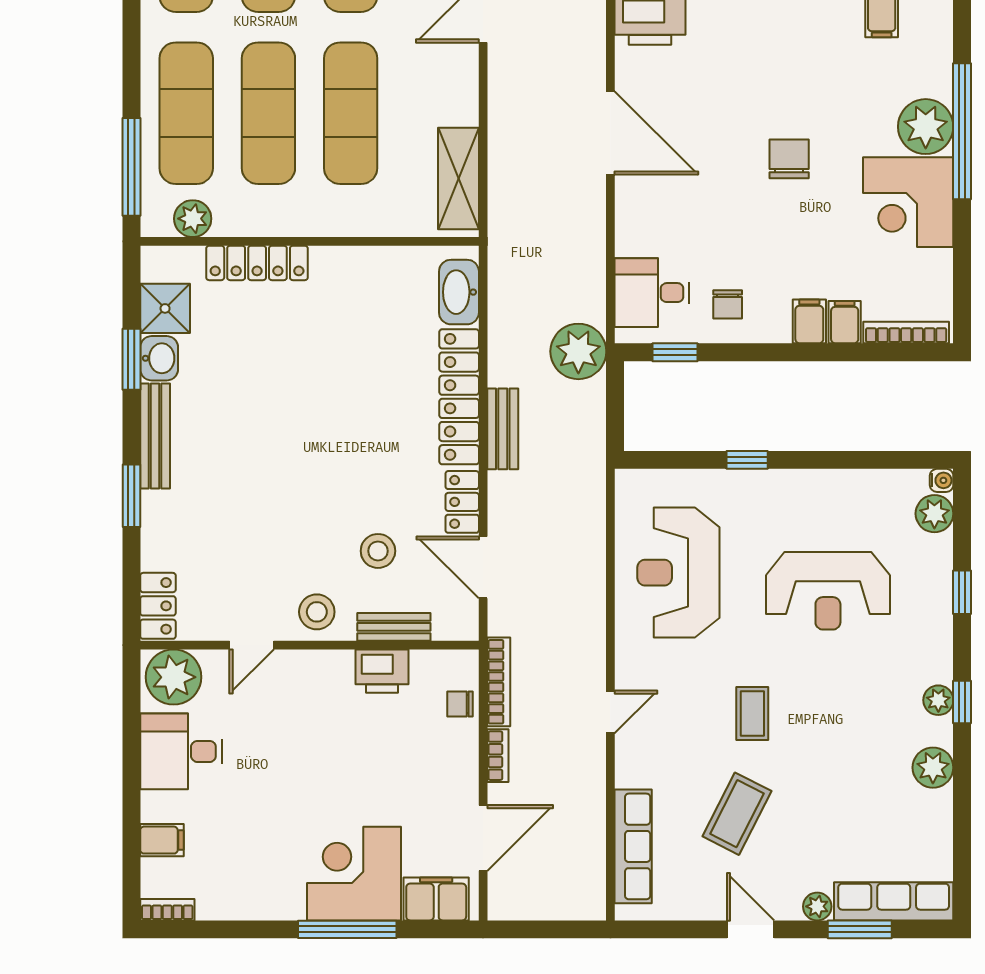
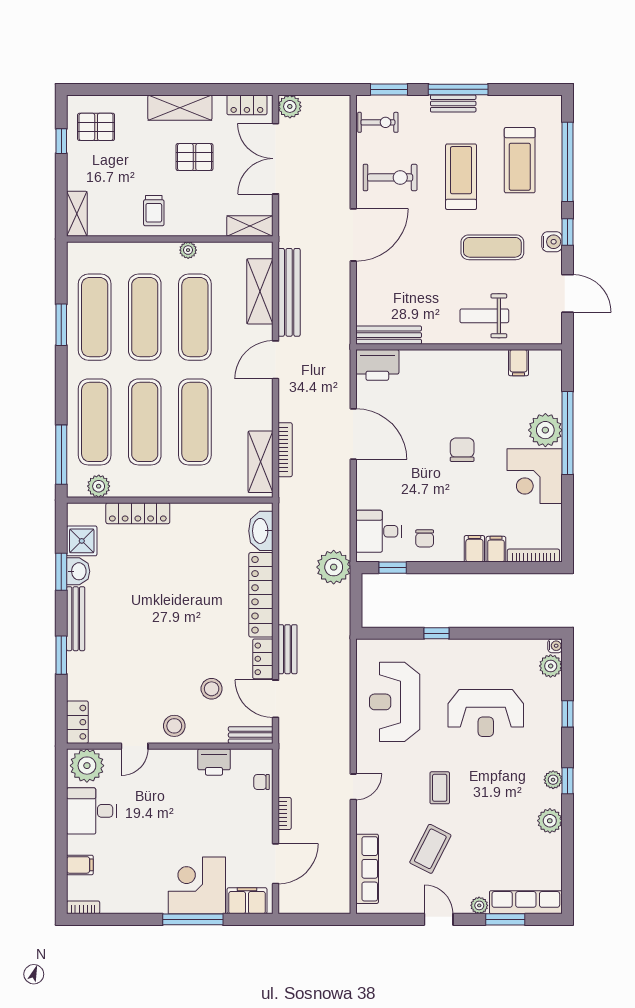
bench: (503, 429) -> (288, 649), moved
bench: (394, 627) -> (251, 735), moved
bookcase: (499, 682) -> (285, 450), moved

